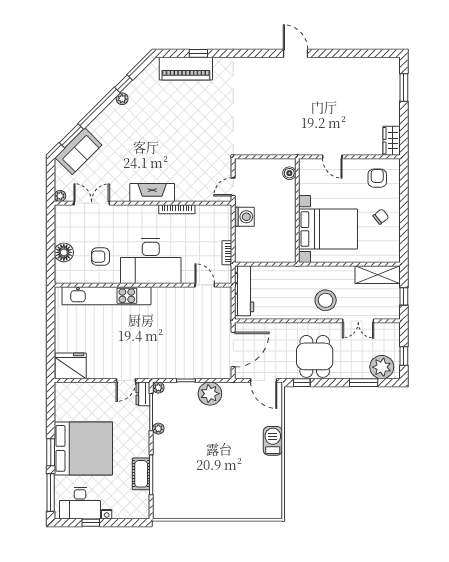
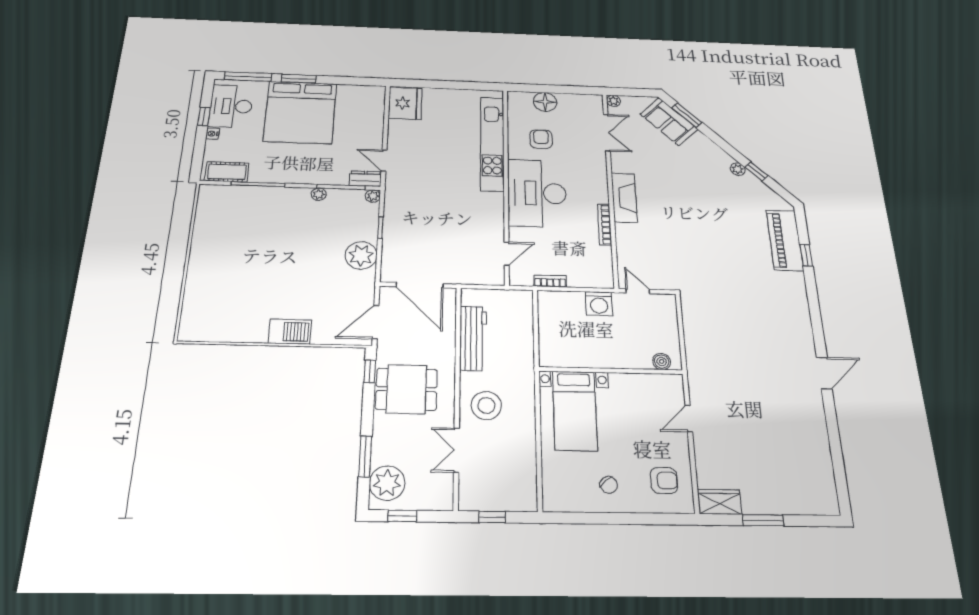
window: (404, 88) -> (763, 520), moved
bed with nightstands: (328, 229) -> (575, 411), width x0.73
shelving: (378, 275) -> (524, 479), removed
workbench: (244, 291) -> (473, 338), moved, turned -90
cot: (141, 474) -> (227, 172), moved

